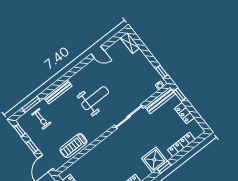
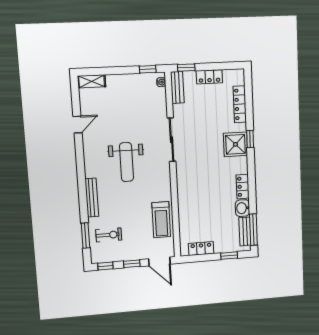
weight bench: (95, 98) -> (126, 162), turned 180
bench: (160, 100) -> (177, 87), width x0.73

